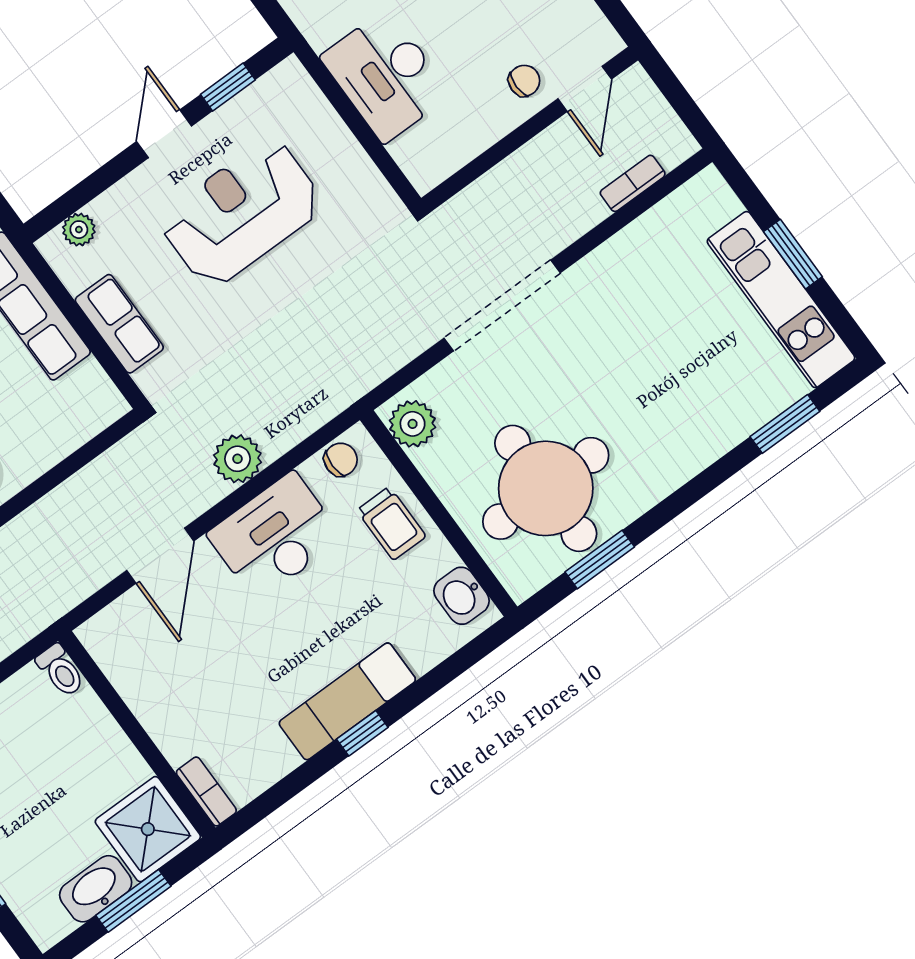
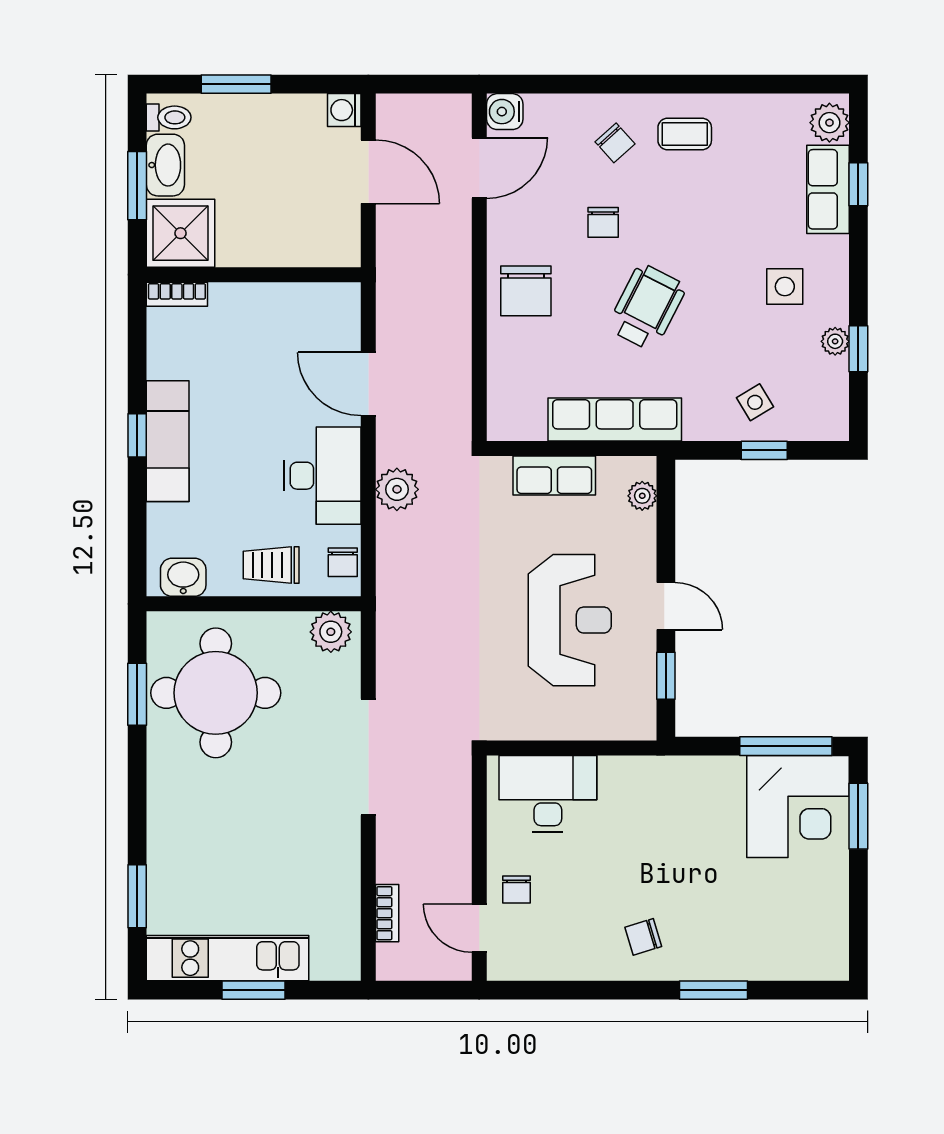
desk: (386, 76) -> (548, 794), moved
toilet: (61, 670) -> (169, 117), moved, turned 180

